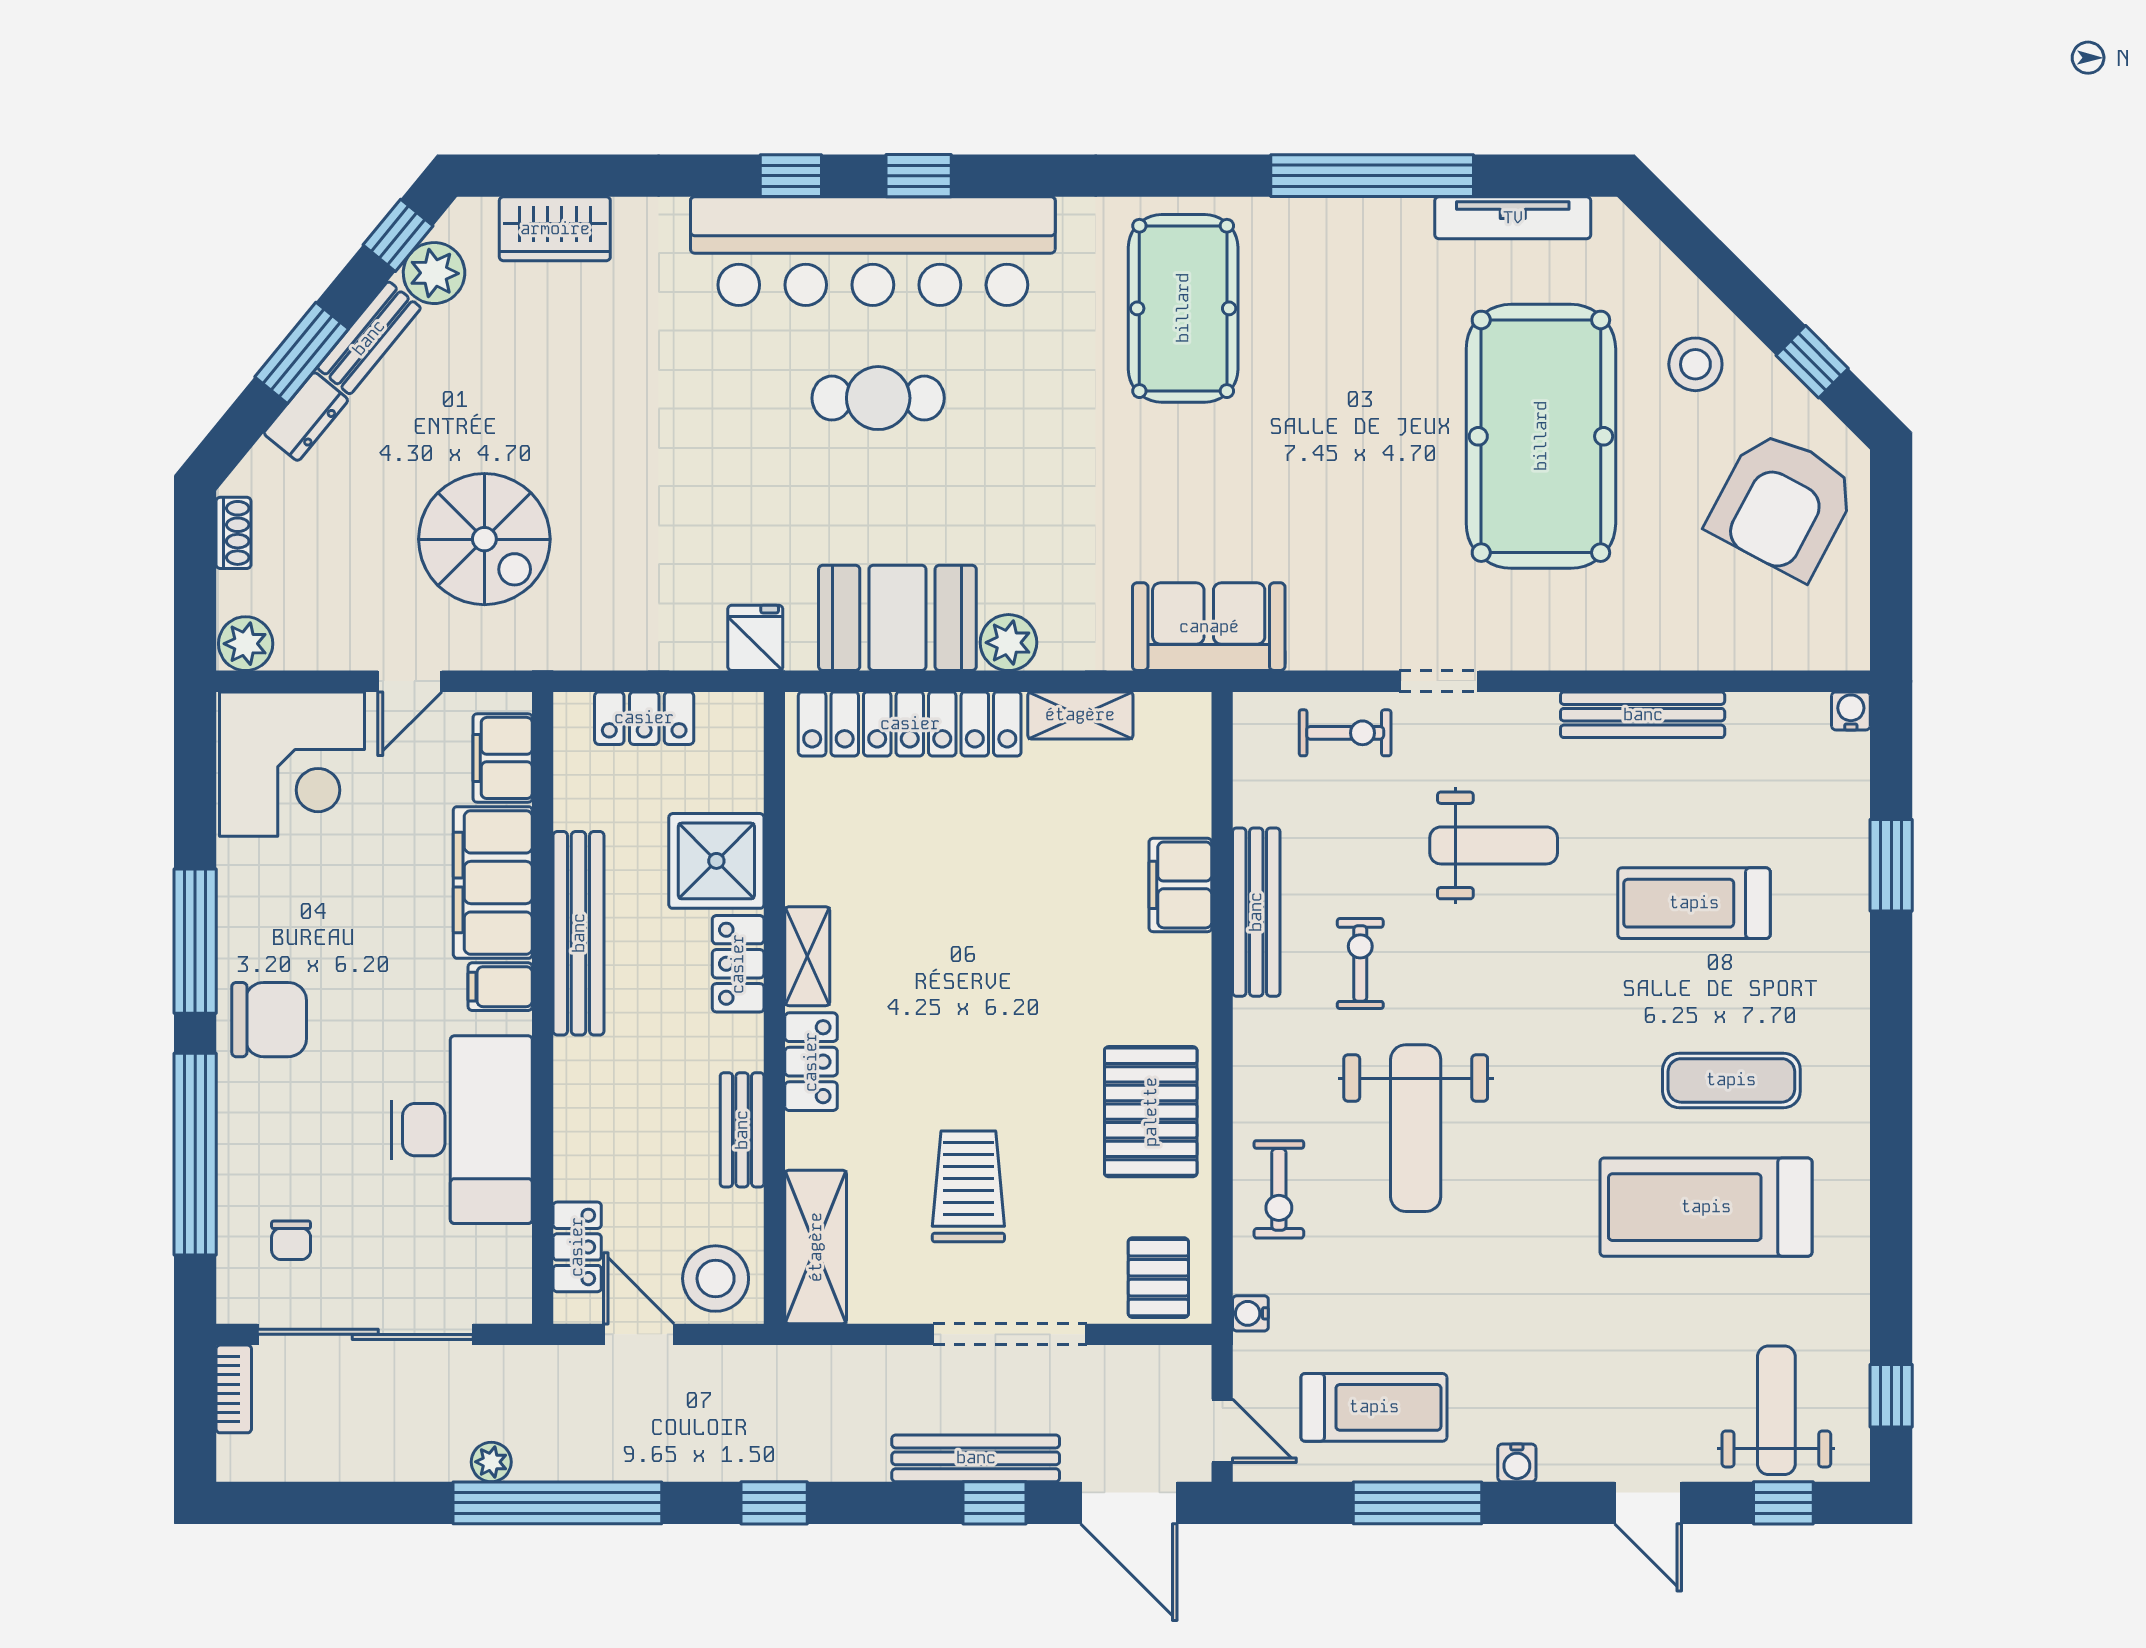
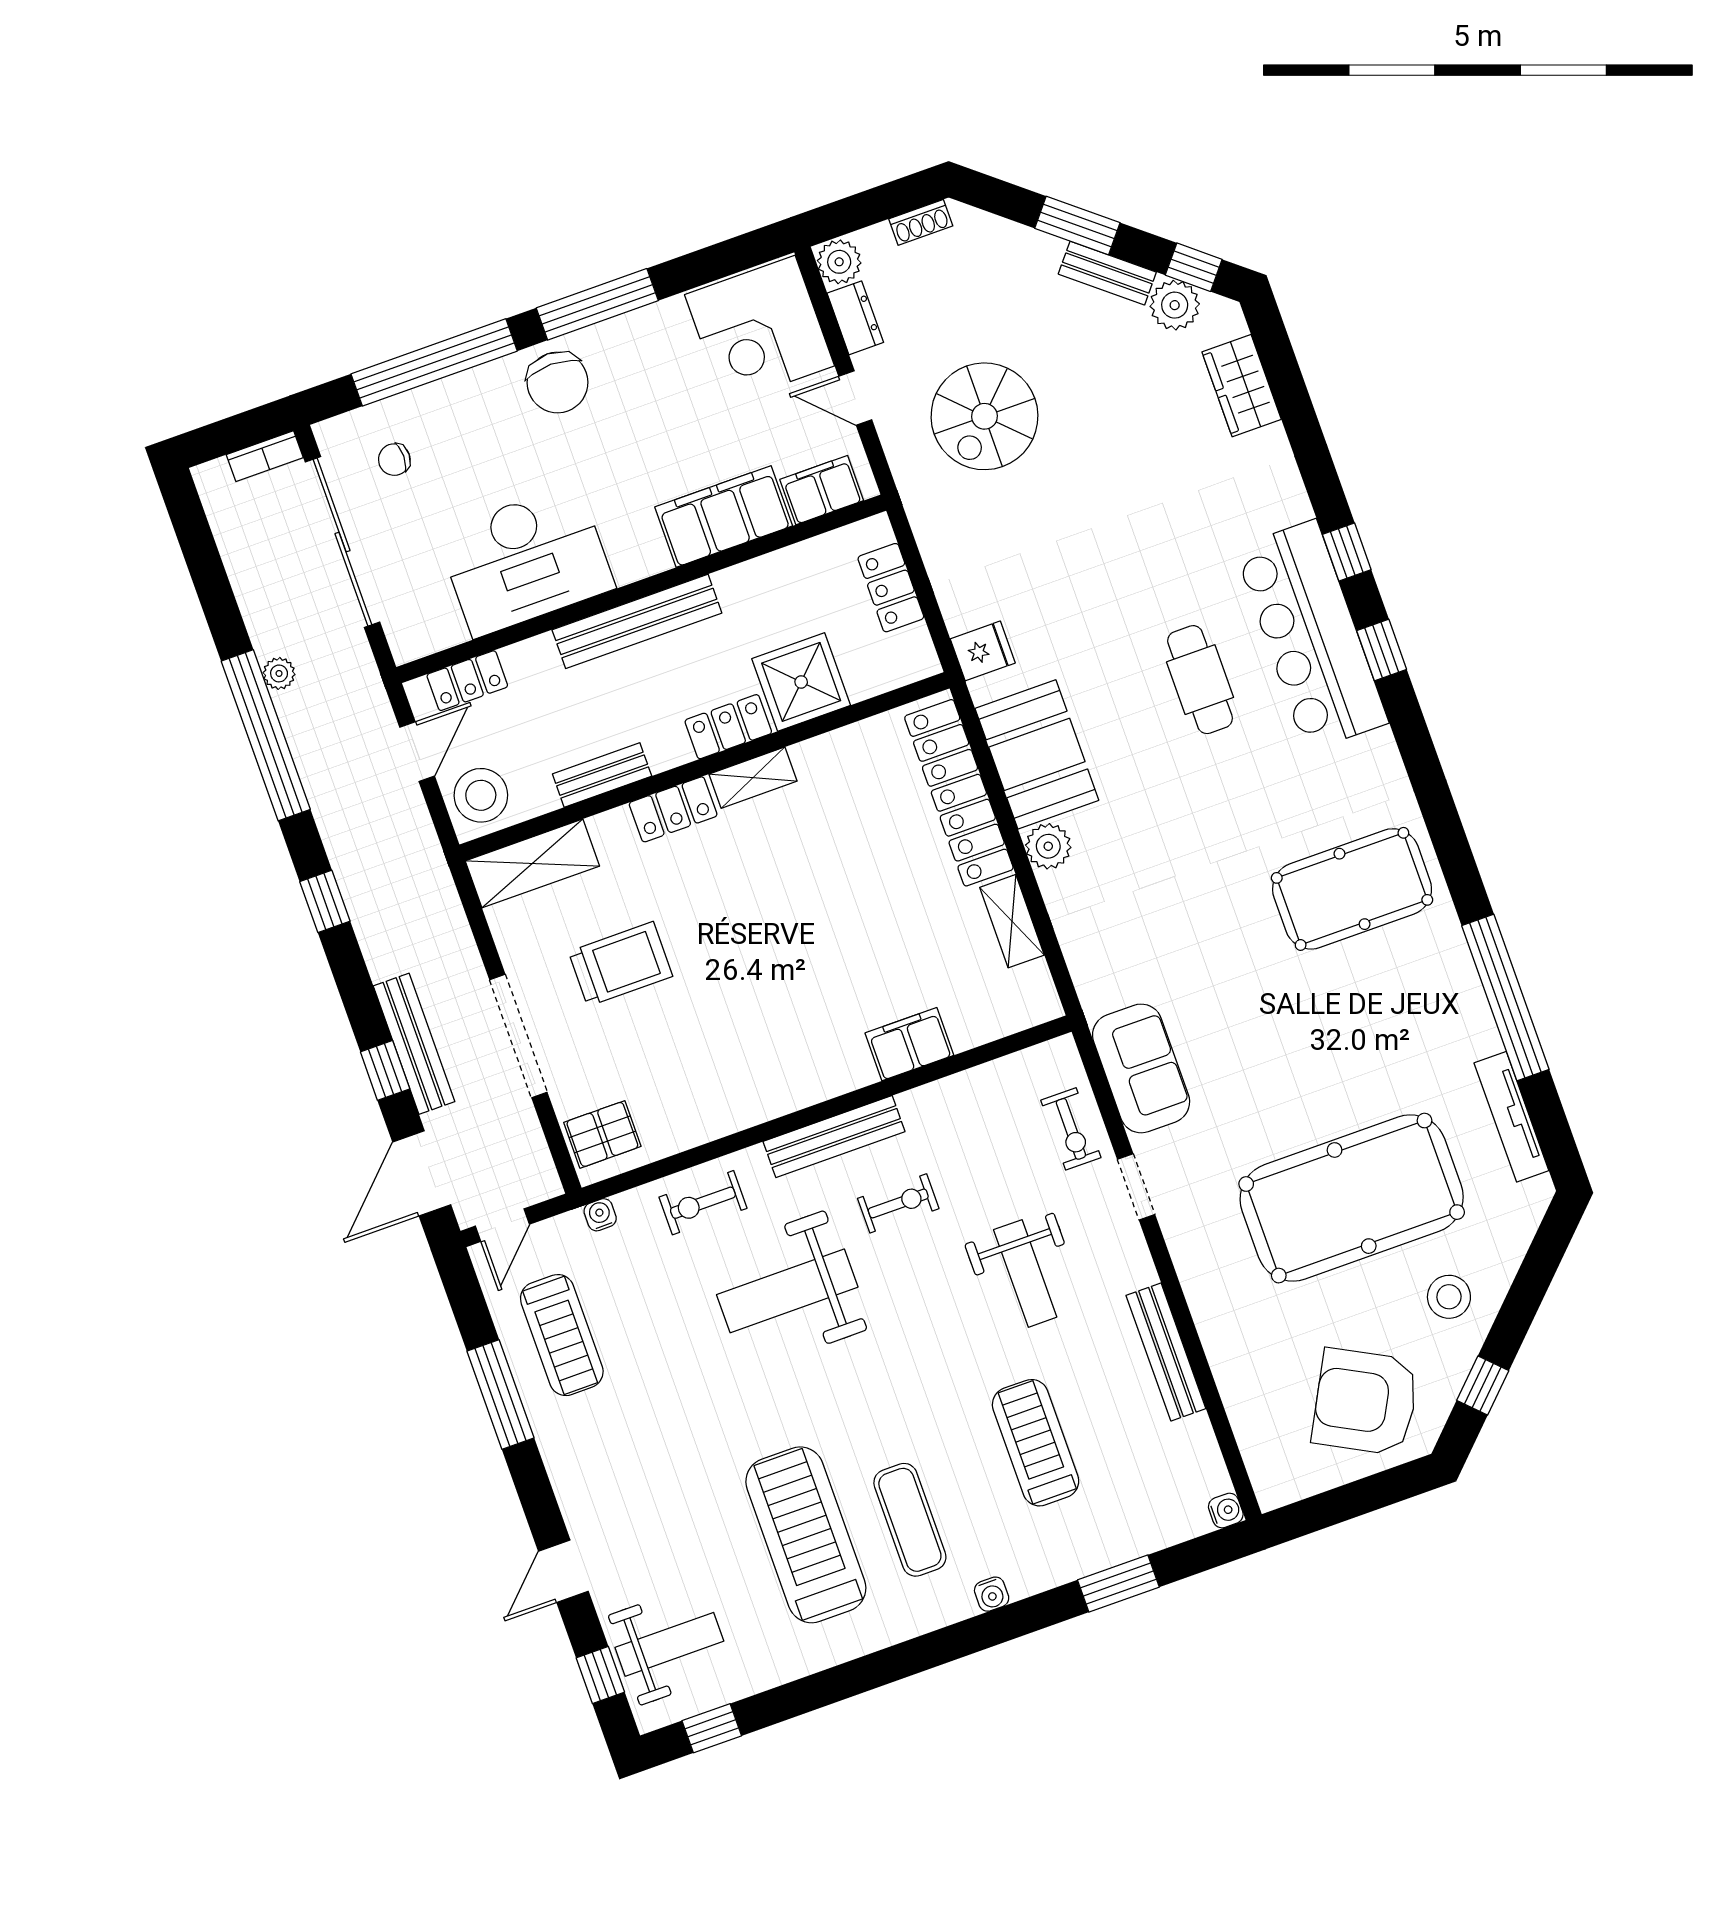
bar counter: (873, 251) -> (1311, 635), width x0.73
dresser: (306, 417) -> (855, 318), moved, turned -129
sofa: (1209, 627) -> (1141, 1068), moved
bench: (1256, 912) -> (834, 1137), moved
bench: (579, 933) -> (637, 621), moved
filing cabinet: (500, 987) -> (646, 551), removed
pallet: (1151, 1112) -> (728, 1083), removed
water cooler: (1517, 1463) -> (992, 1594), moved, turned -90

